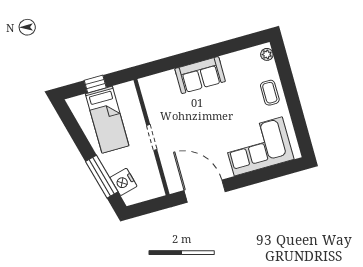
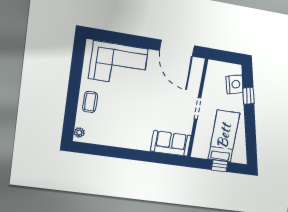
sofa: (200, 75) -> (171, 143), moved
window: (102, 177) -> (248, 96), width x0.46

